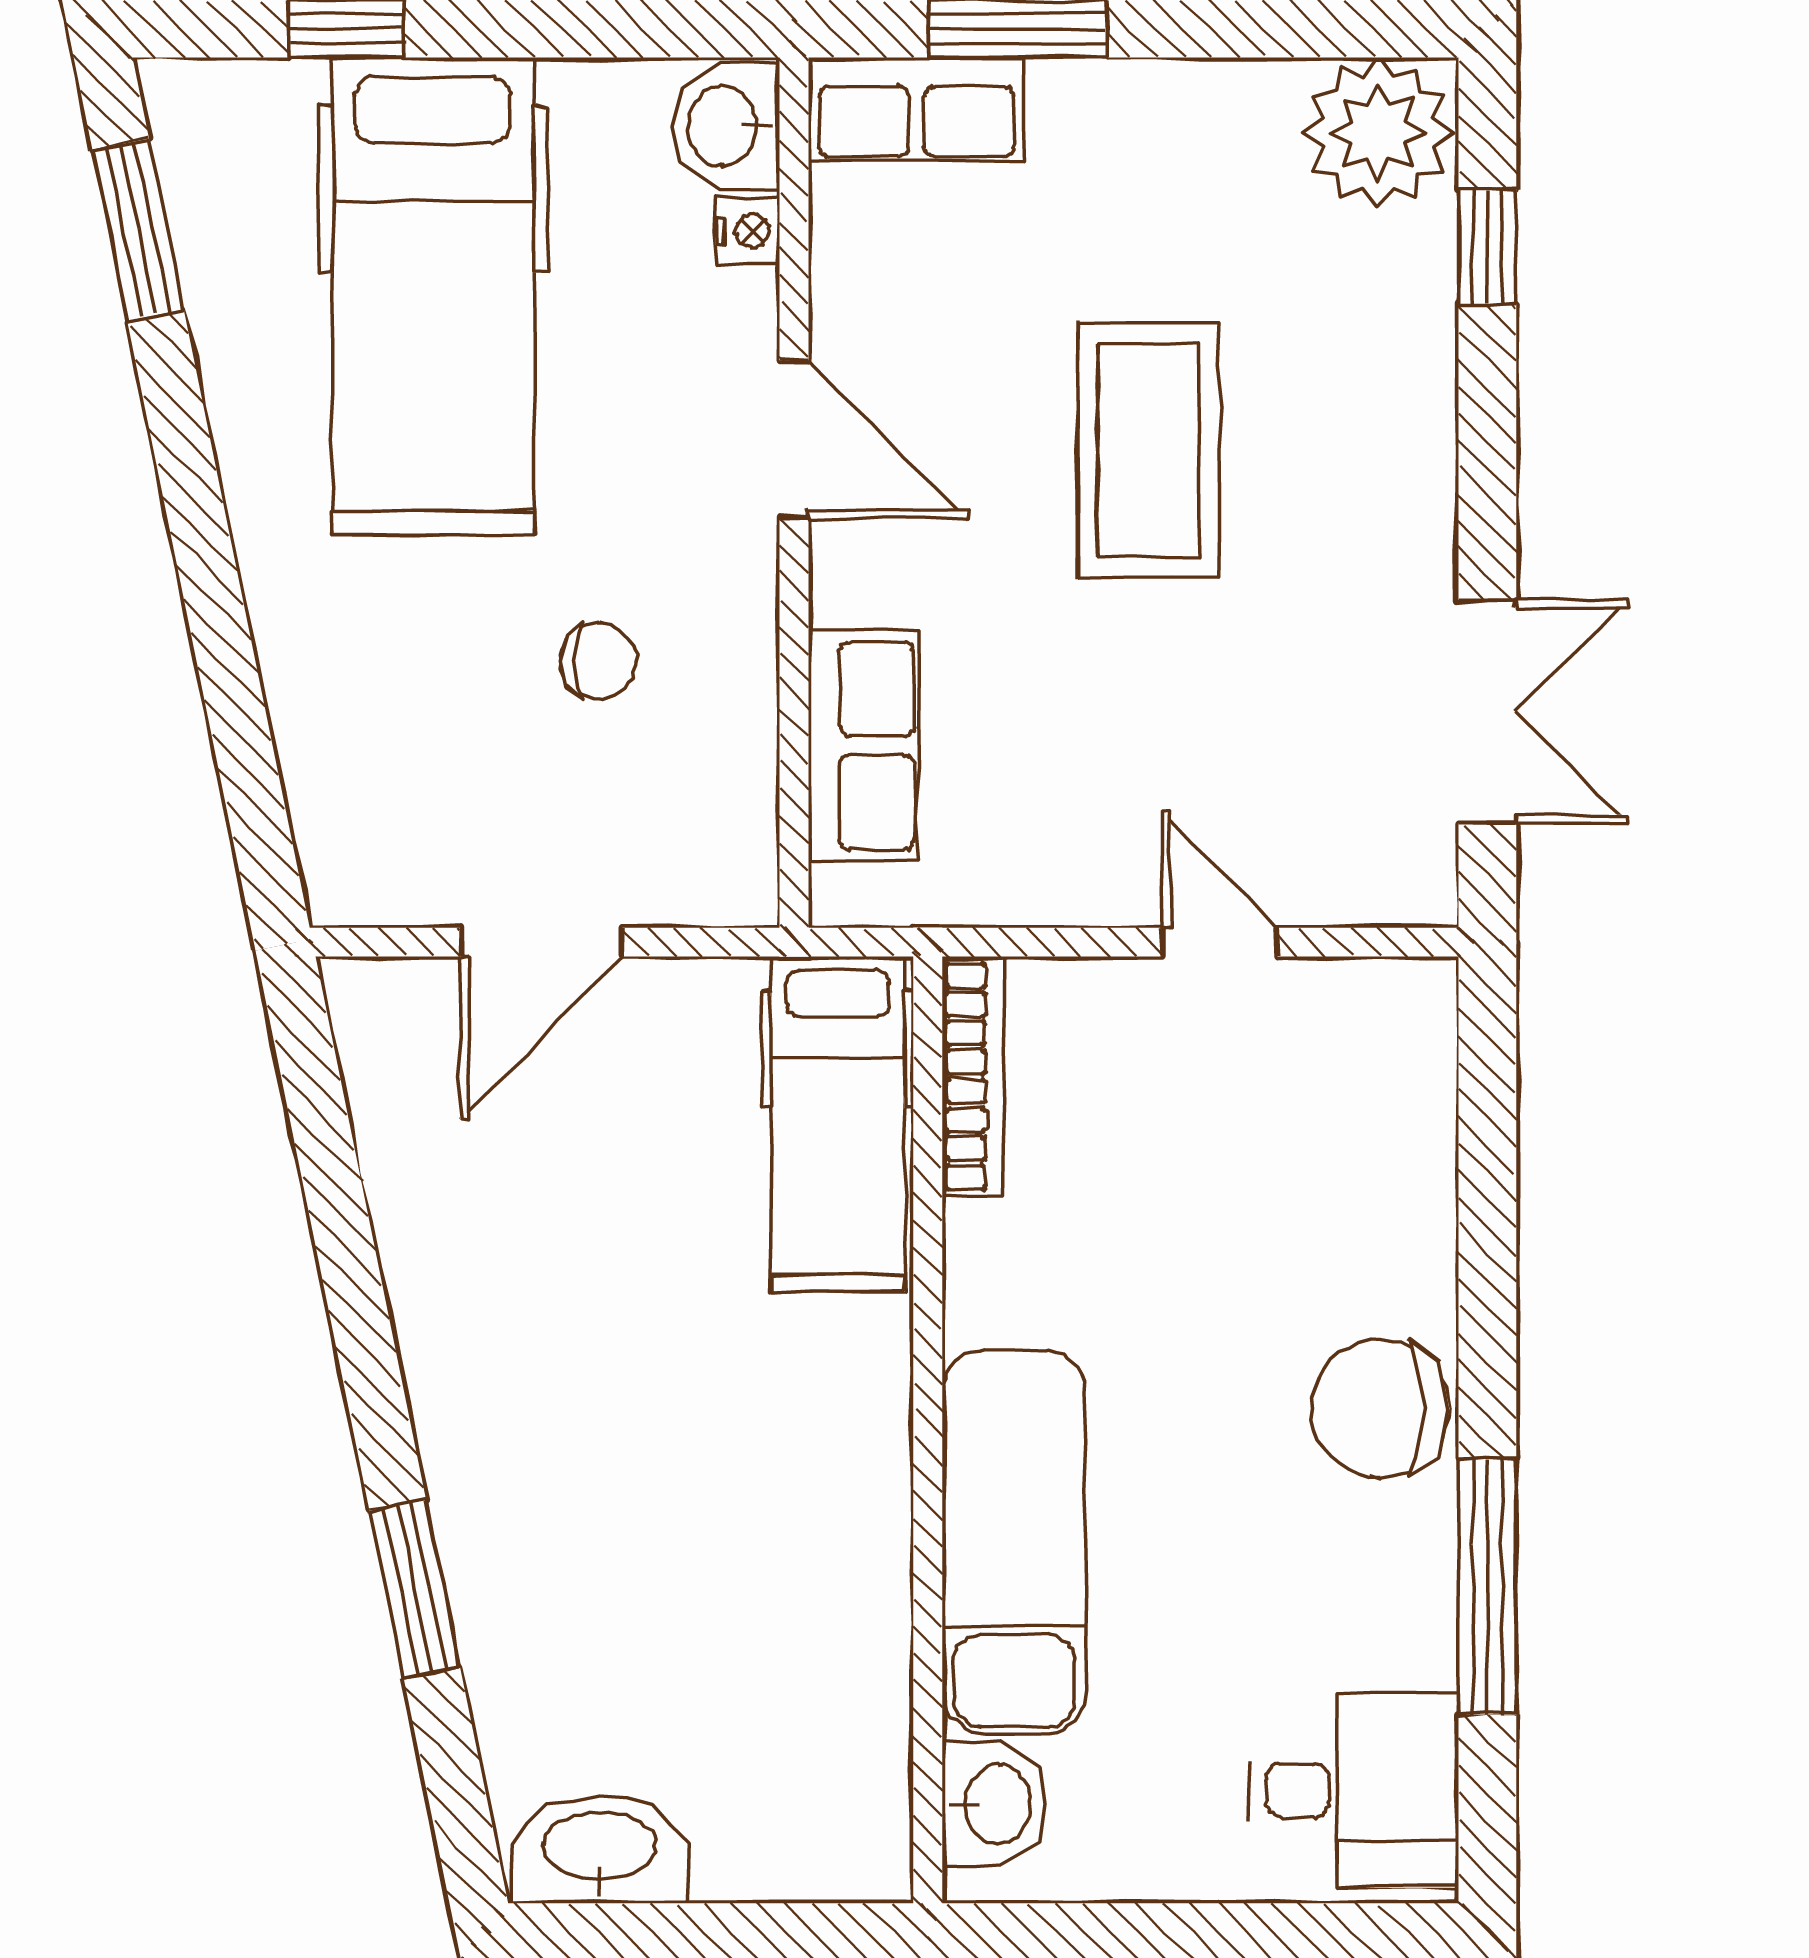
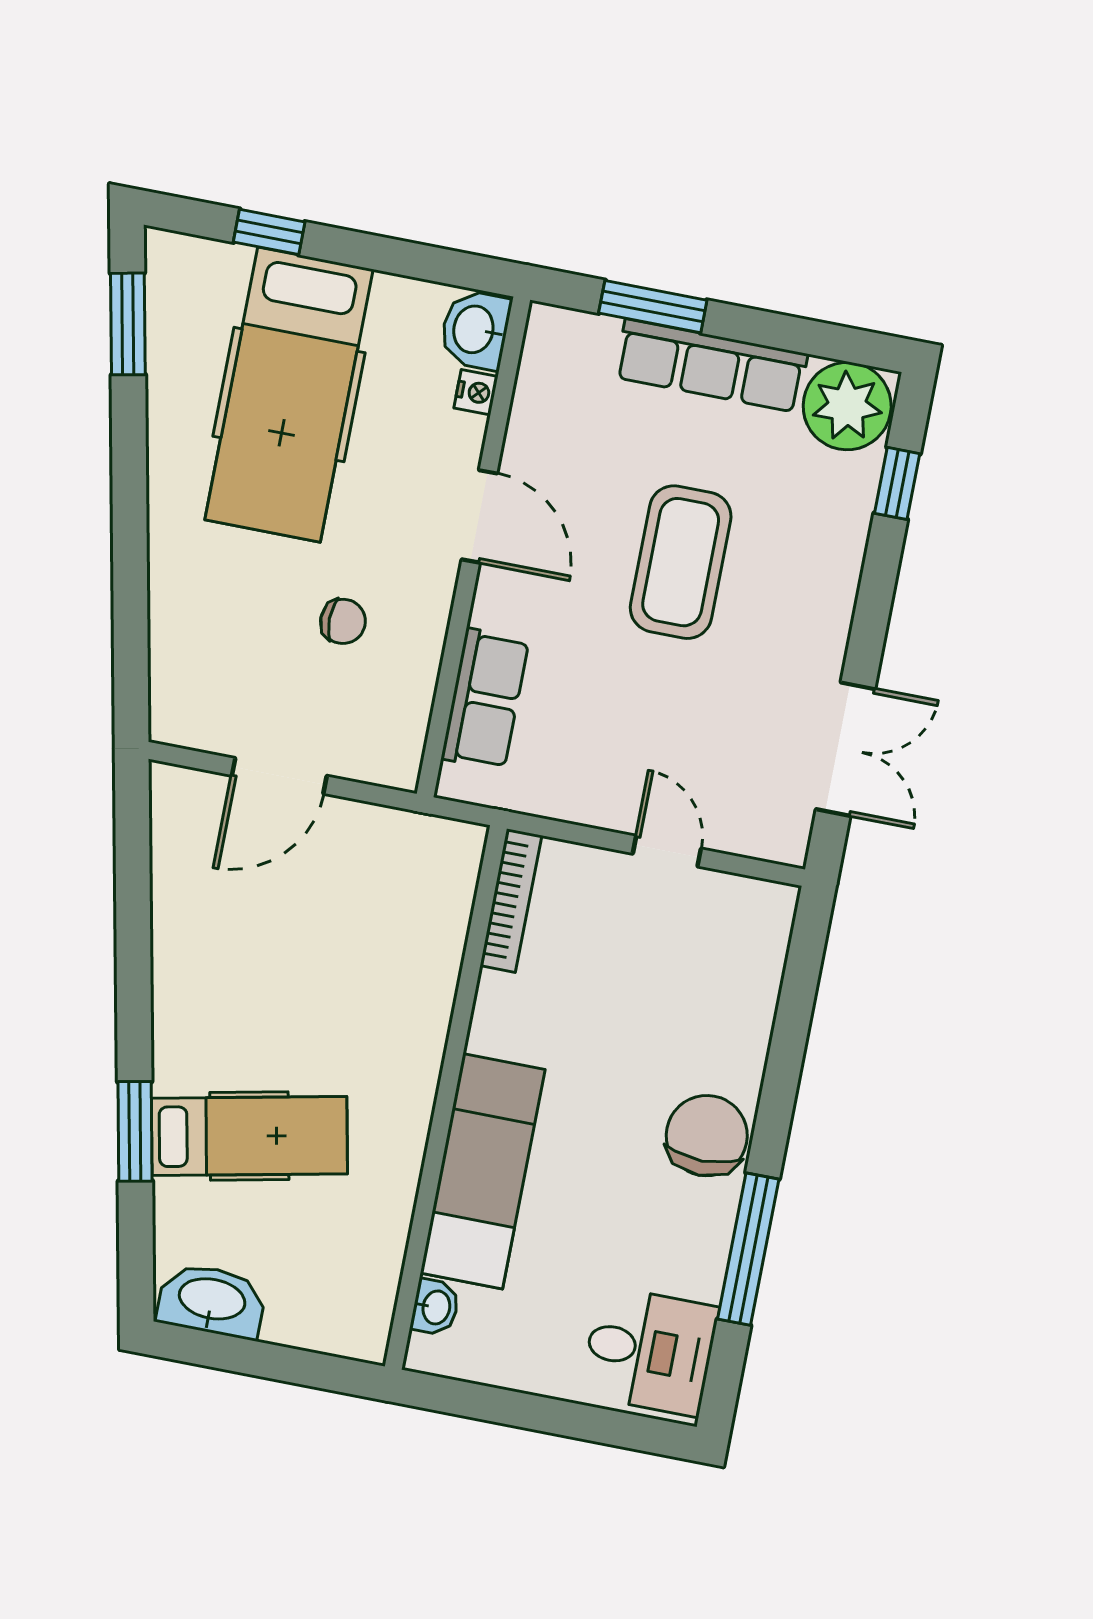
row of seats: (916, 109) -> (711, 366), moved, width x1.48
hospital bed: (838, 1124) -> (249, 1136), moved, turned -102
chair: (1380, 1409) -> (707, 1136), turned 90
washbasin: (995, 1804) -> (435, 1307), width x0.72, depth x0.69

